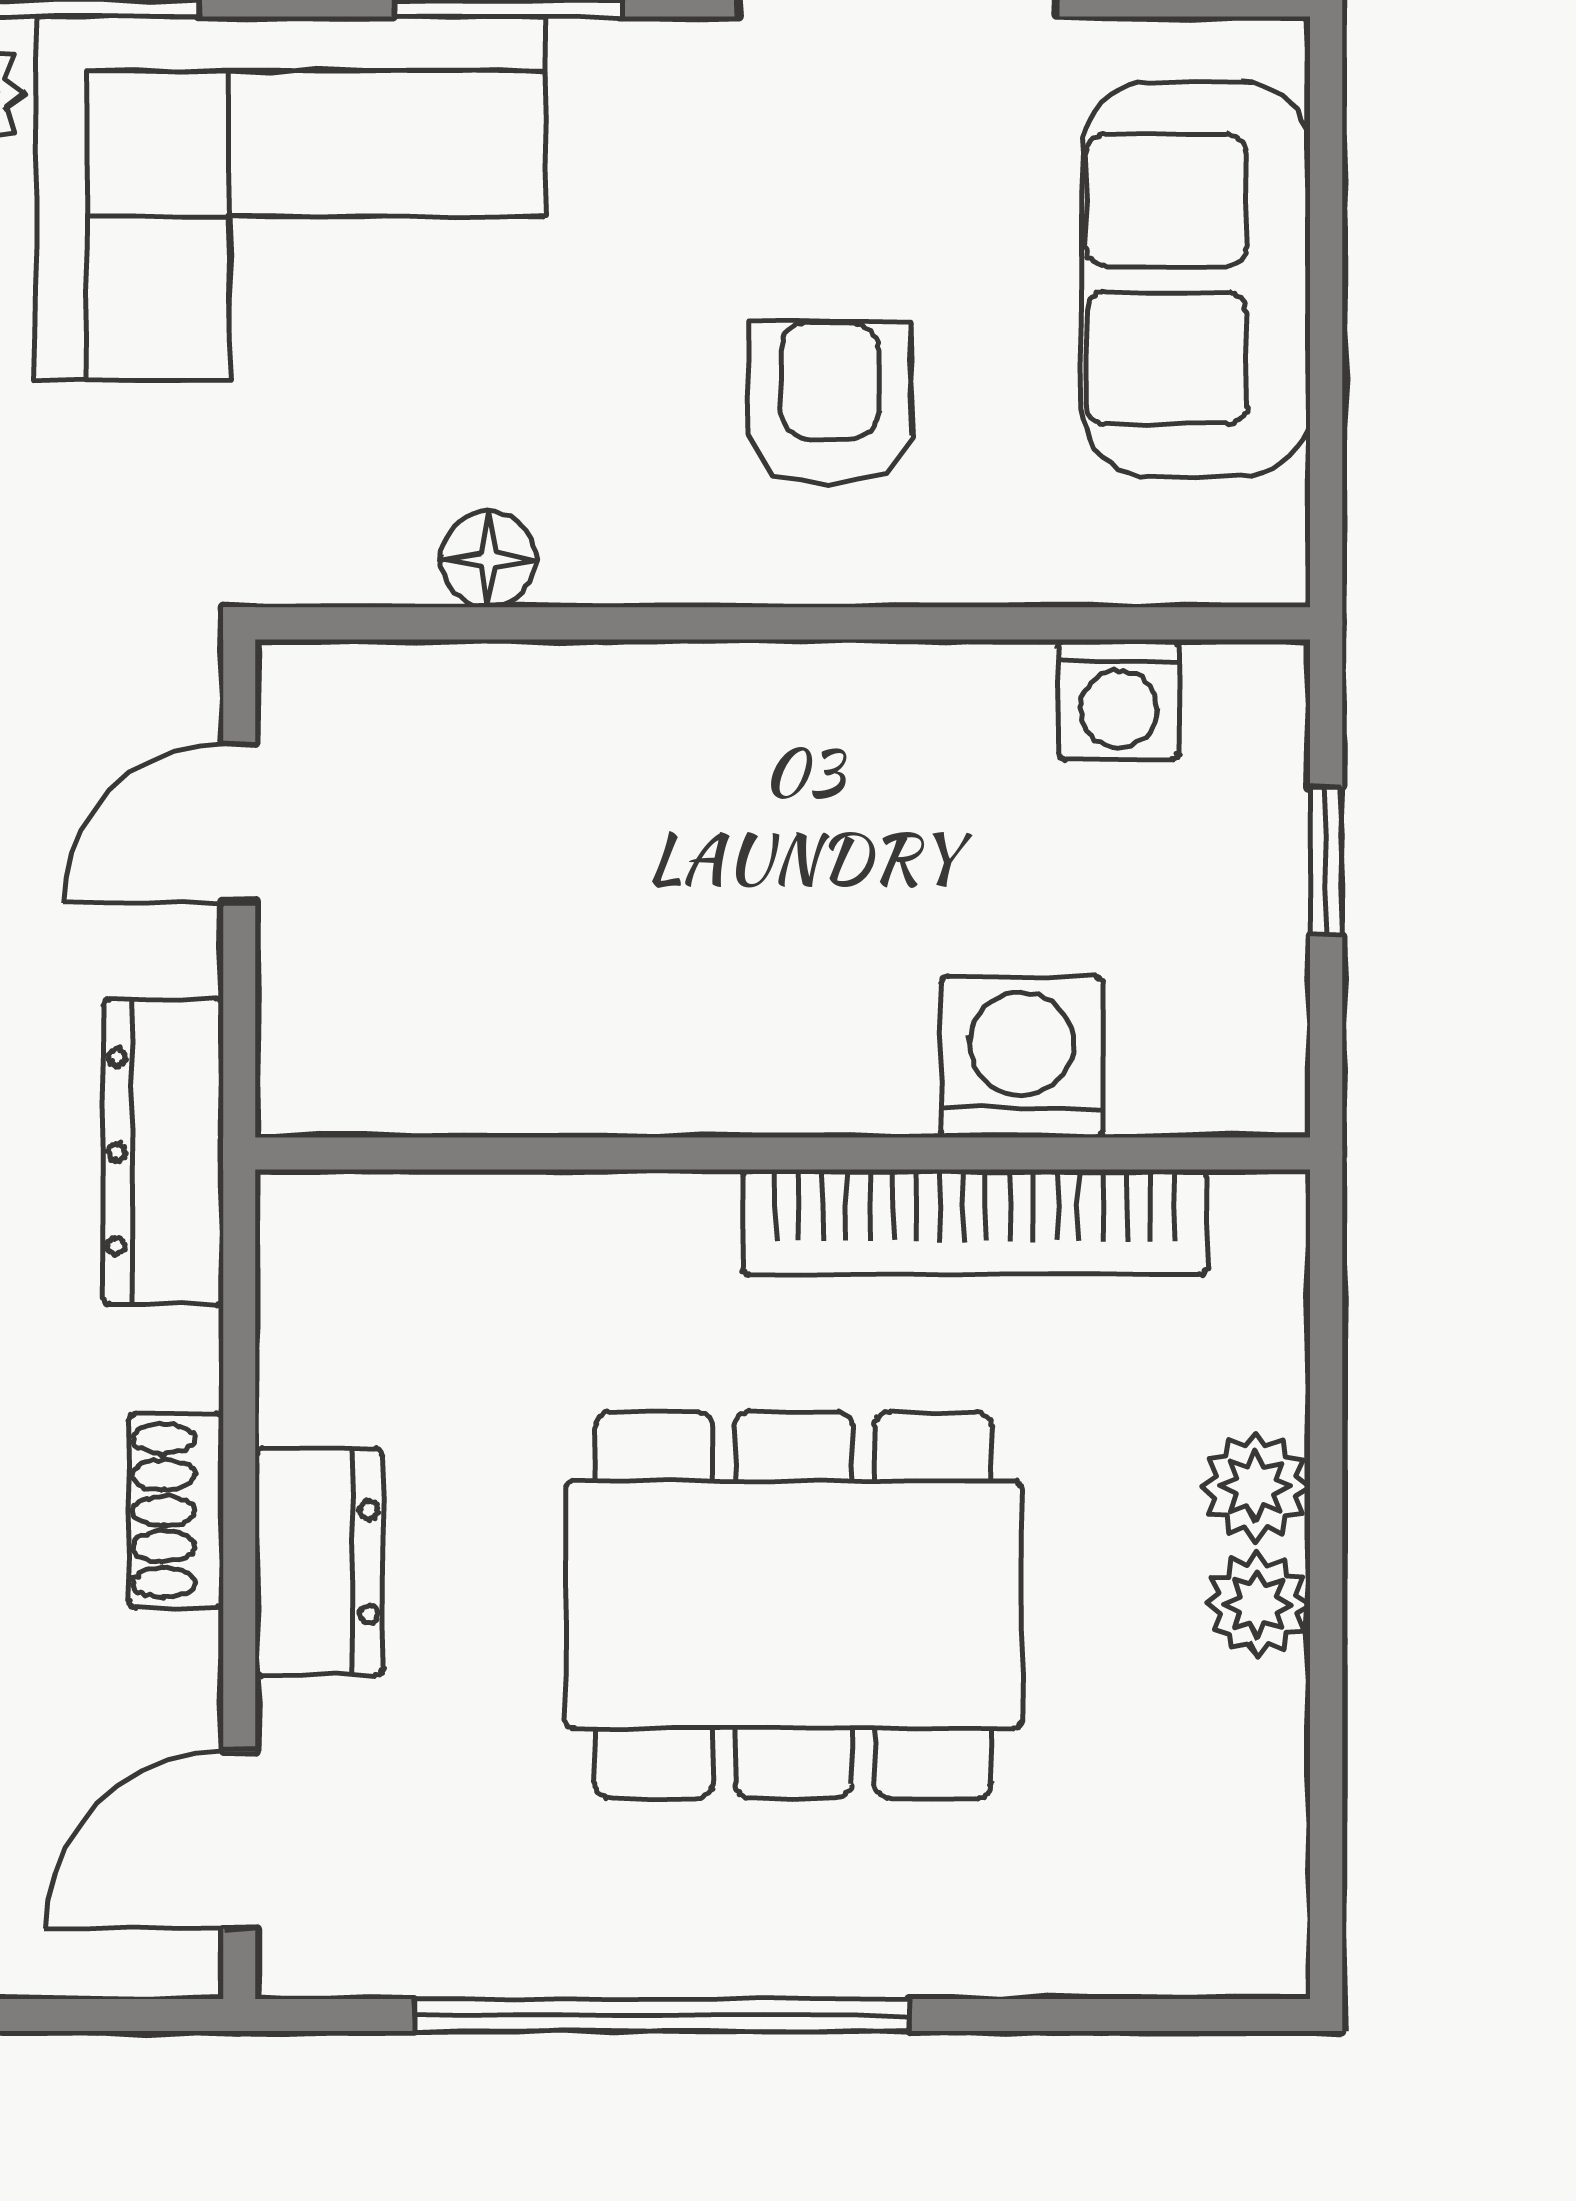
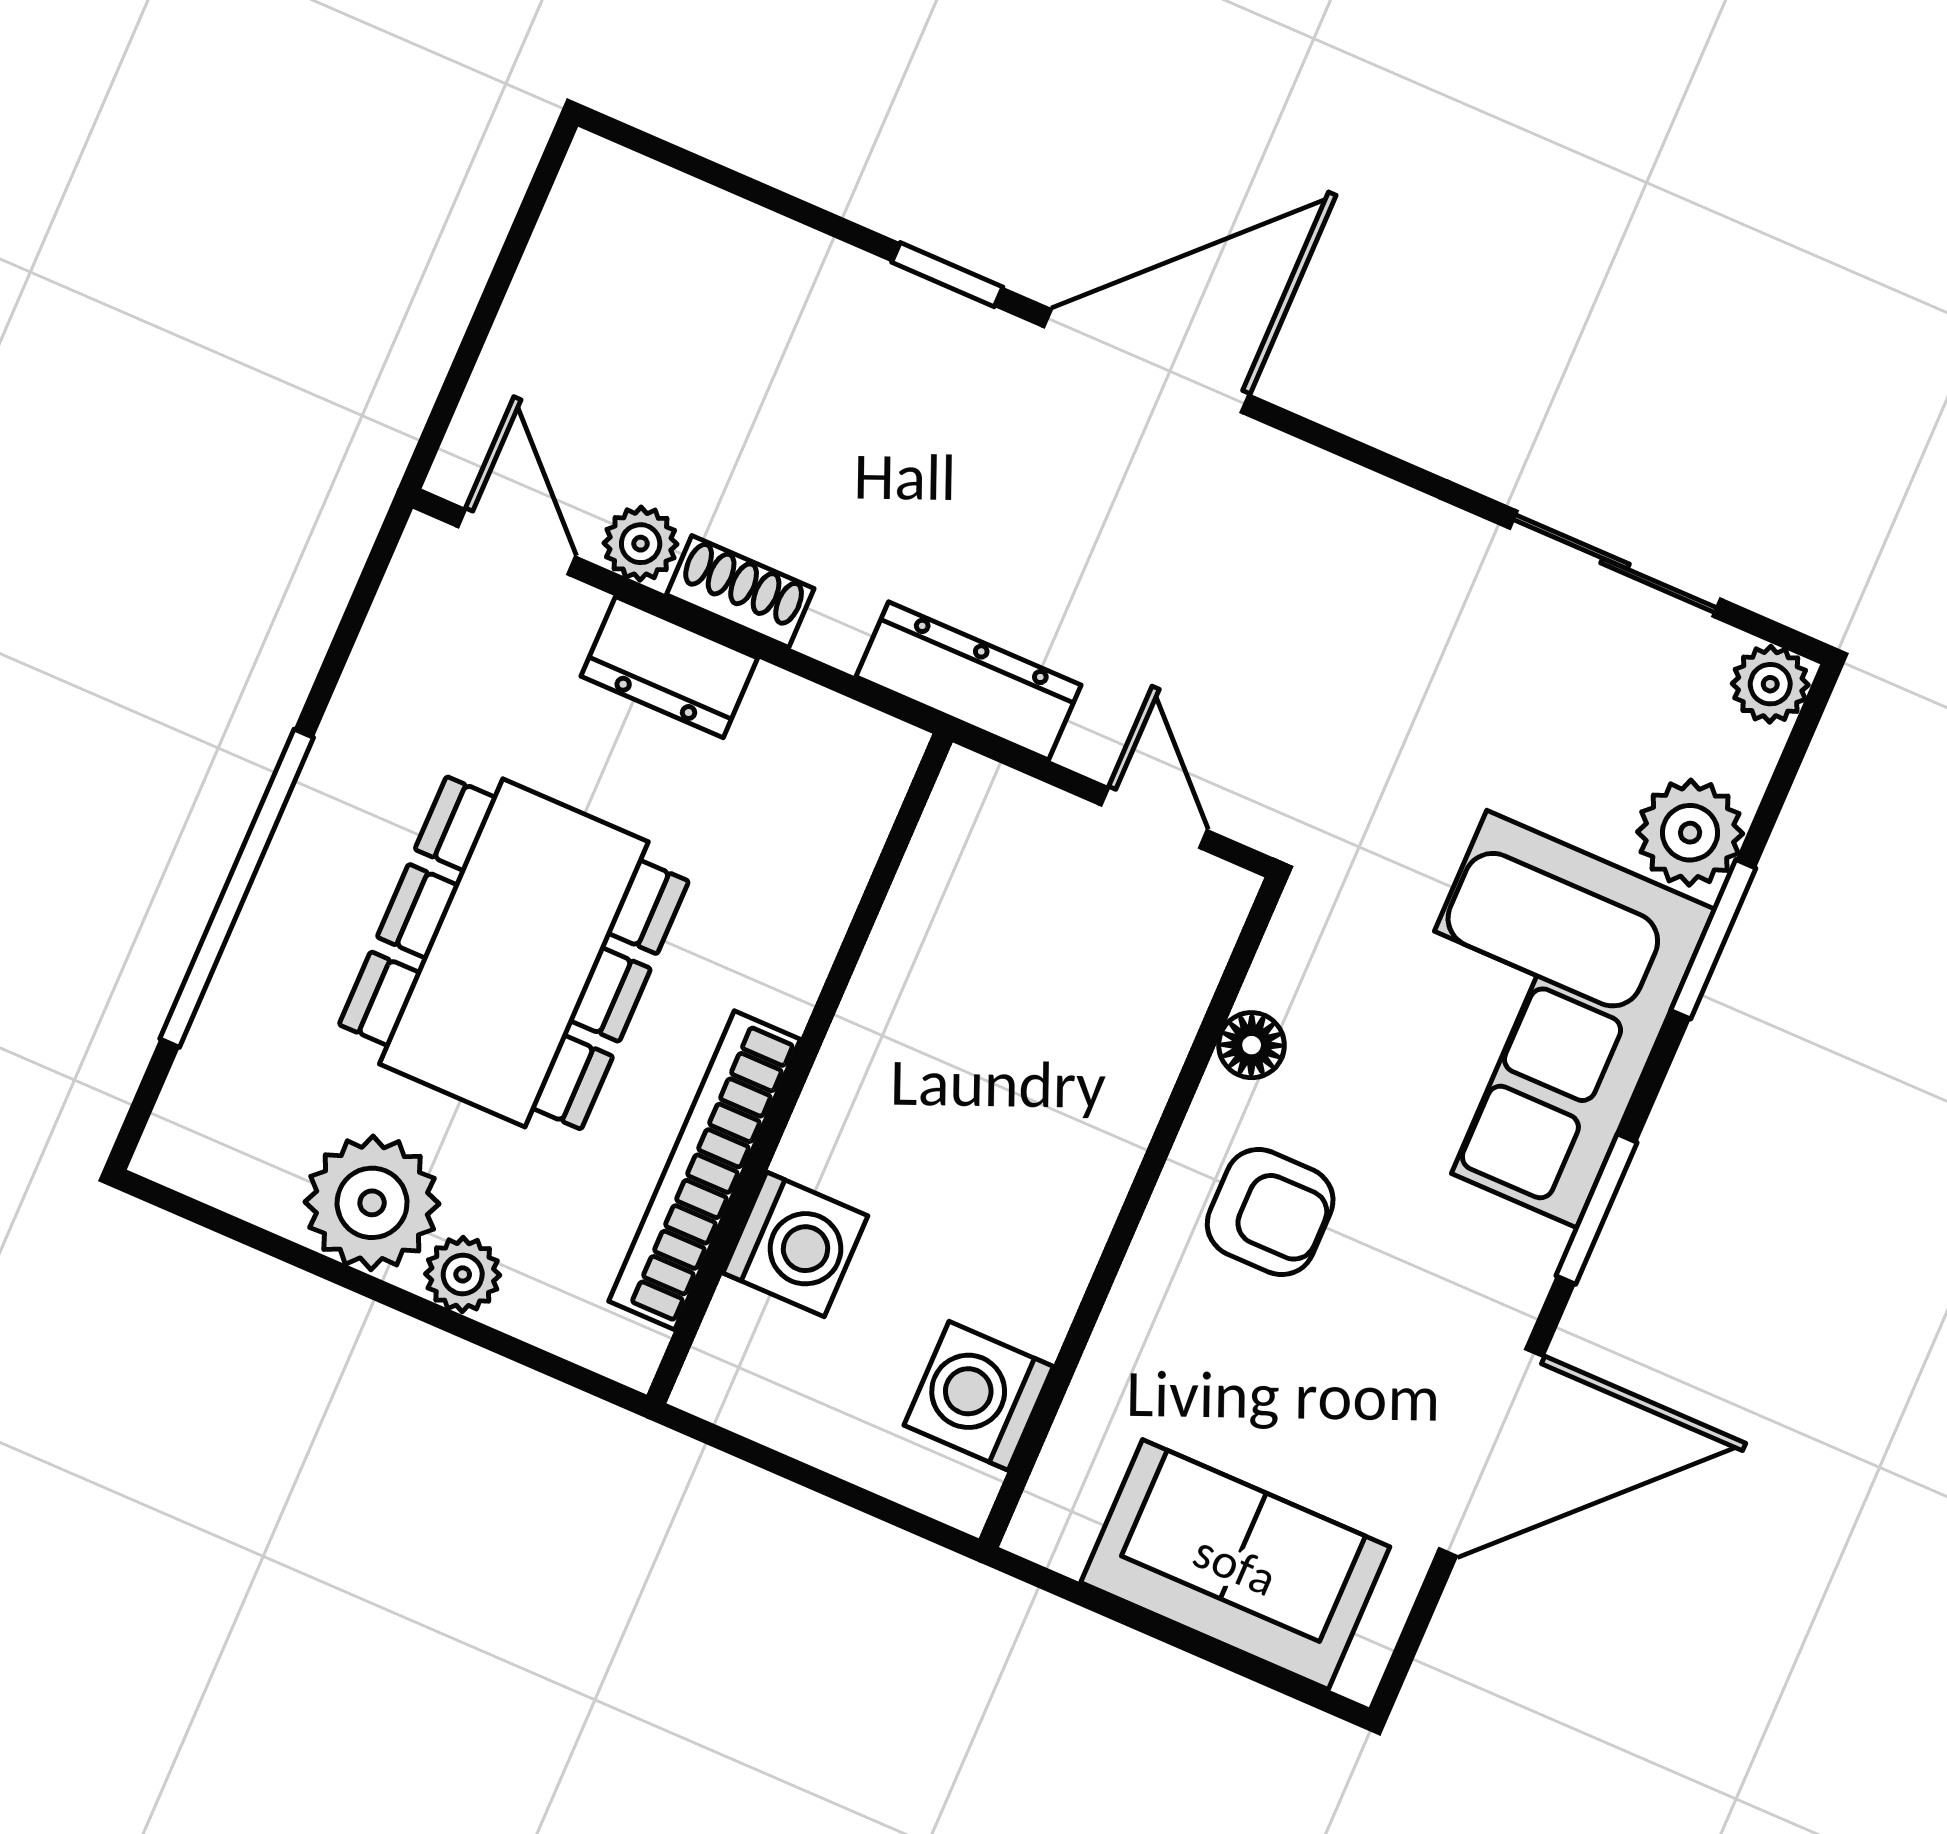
armchair: (830, 403) -> (1270, 1212), moved
washing machine: (1119, 700) -> (979, 1396), width x1.38, depth x1.38
window: (1326, 861) -> (835, 1488), removed
plant: (1258, 1604) -> (372, 1203), width x1.88, depth x1.88
plant: (170, 1673) -> (641, 544), added
window: (662, 2015) -> (237, 888), moved

